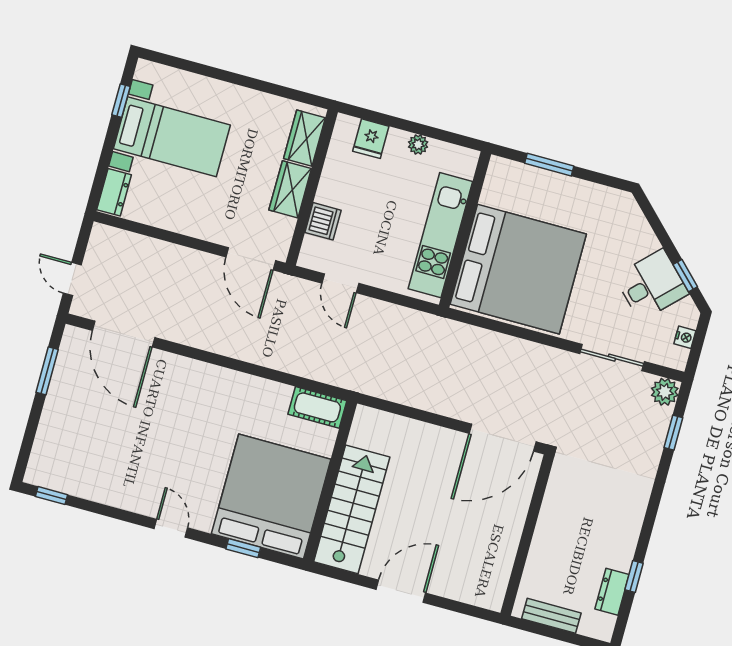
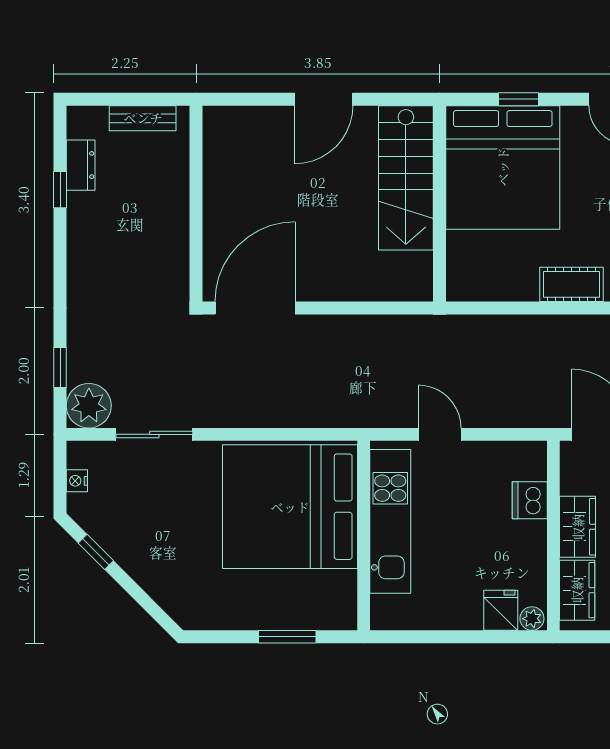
plant: (418, 145) -> (532, 619), moved
door: (340, 283) -> (440, 434), moved
desk: (651, 285) -> (132, 530), removed
plant: (665, 392) -> (89, 406), width x1.36, depth x1.36
cot: (317, 407) -> (571, 284), moved

